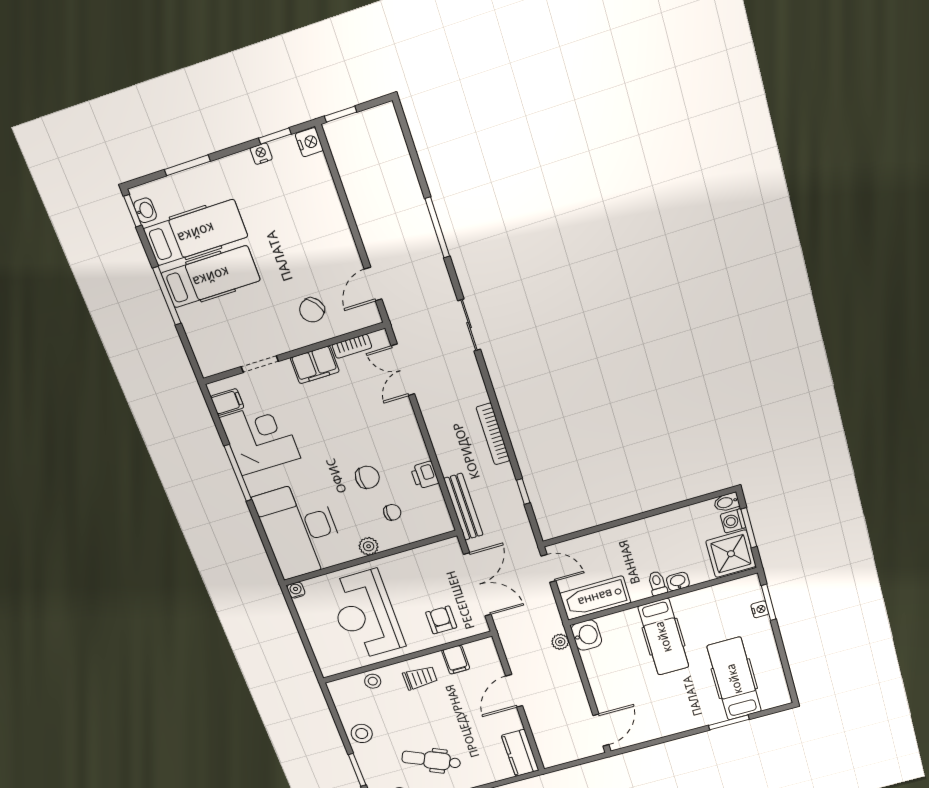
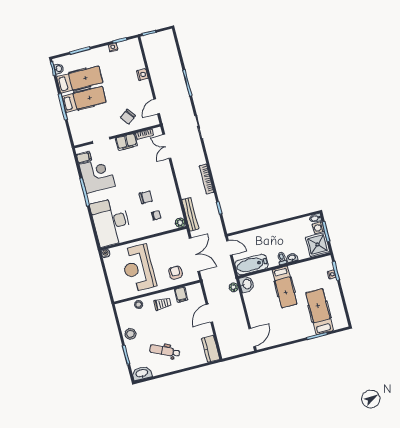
nightstand: (309, 142) -> (142, 75), moved
printer: (425, 475) -> (173, 198), removed
plant: (369, 546) -> (180, 223), moved

